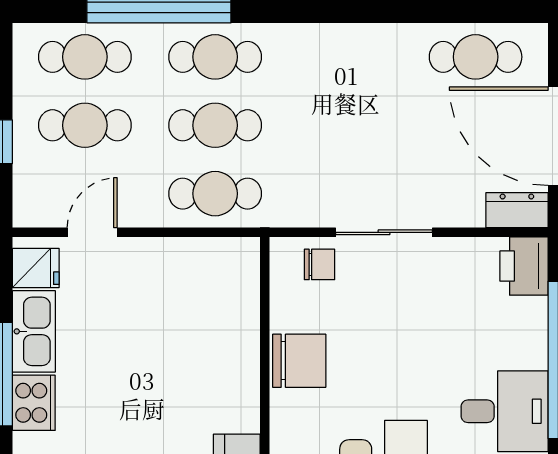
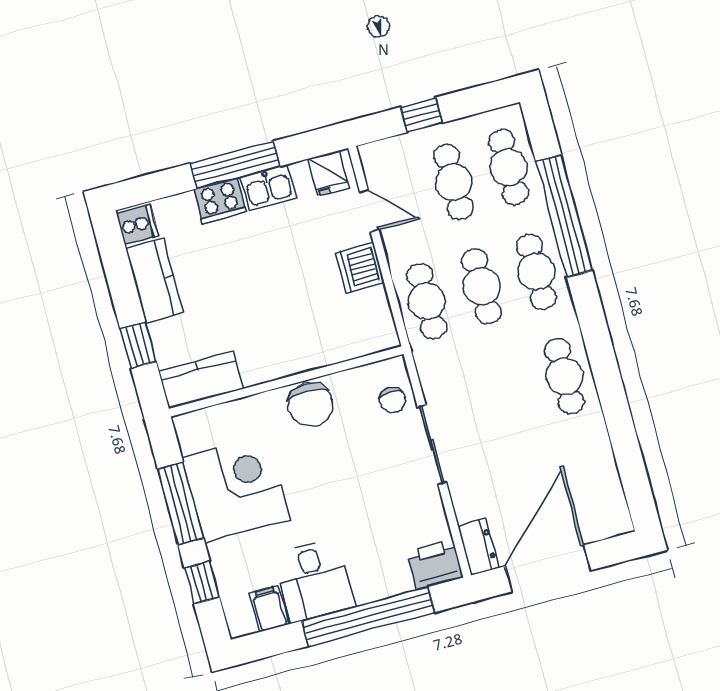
cafe table: (476, 57) -> (564, 376), moved
dishwasher: (155, 261) -> (360, 268), added
kitchen sink: (34, 331) -> (268, 188), width x0.73

